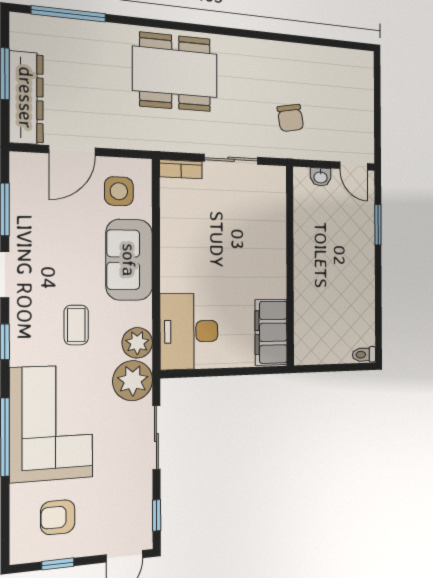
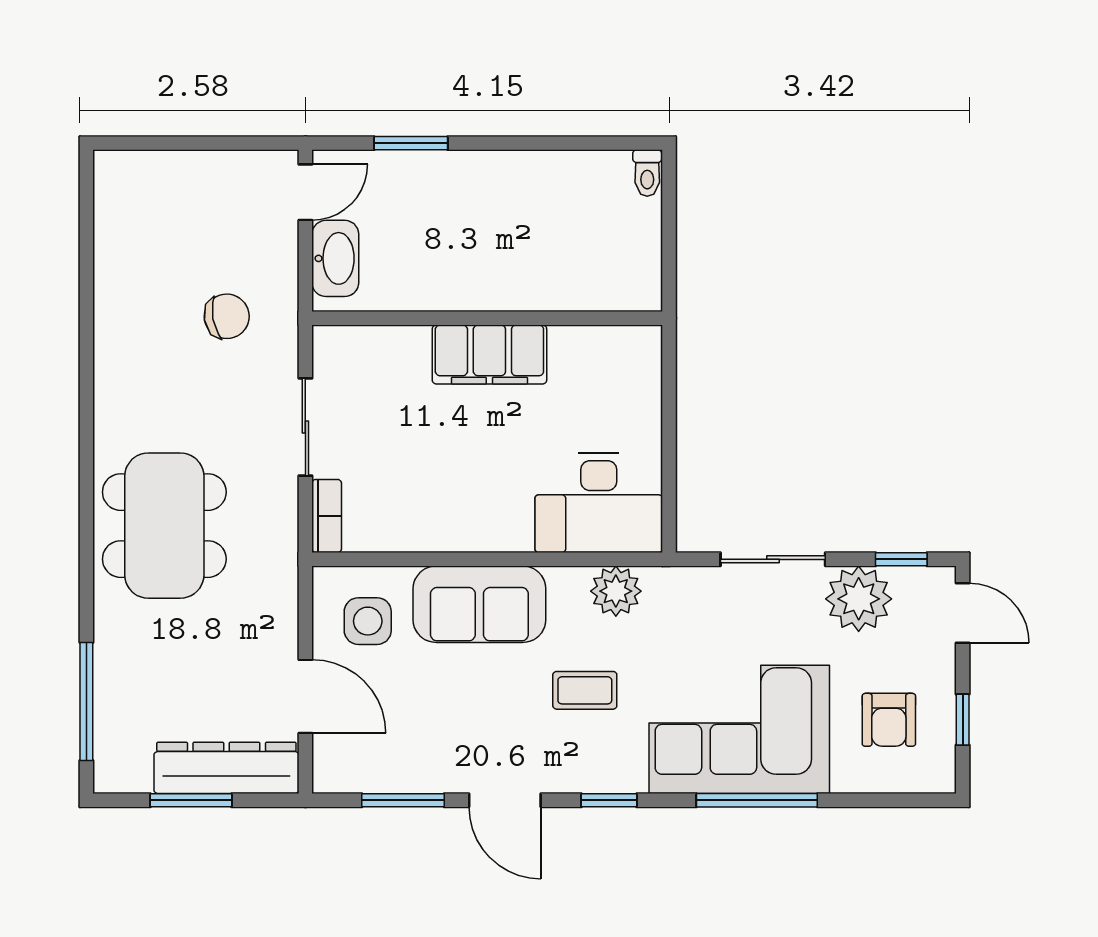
washbasin: (321, 177) -> (335, 258), width x1.91, depth x1.45
filing cabinet: (271, 332) -> (489, 355), moved
plant: (133, 381) -> (859, 599), moved

